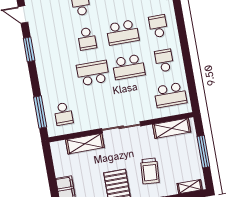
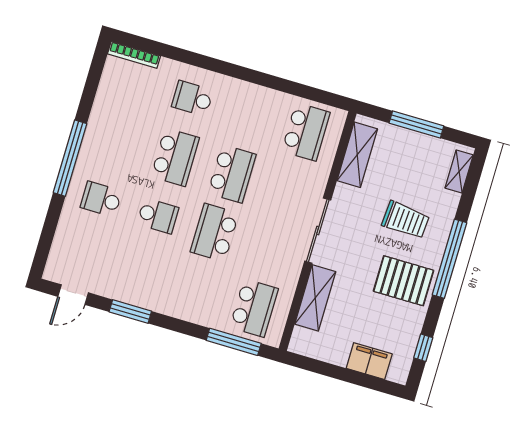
school desk: (164, 61) -> (249, 115), removed
school desk: (63, 114) -> (254, 308), width x1.85

